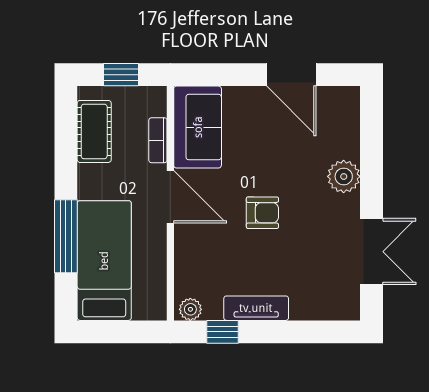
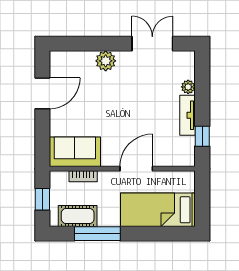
door: (170, 197) -> (136, 169), moved
armchair: (262, 213) -> (128, 111), removed
window: (66, 236) -> (97, 234), moved
plant: (190, 309) -> (188, 87), moved

